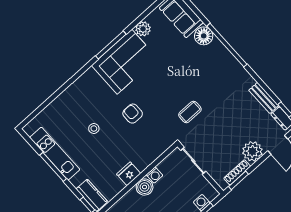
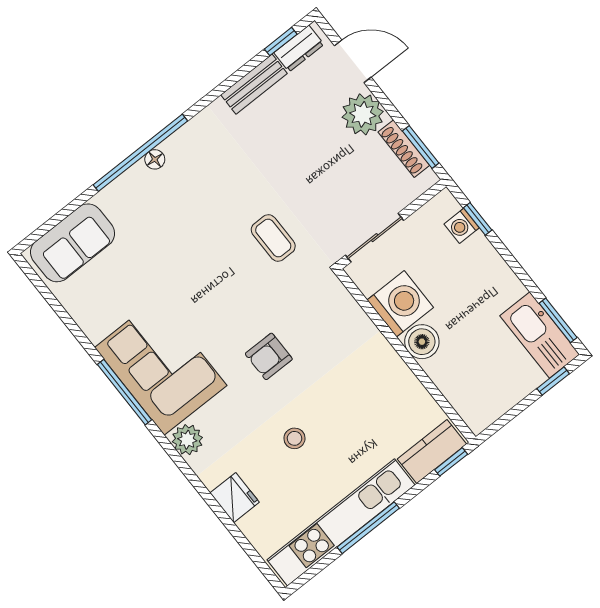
plant: (143, 29) -> (187, 440), moved
floor lamp: (204, 36) -> (155, 159), moved, width x0.53, depth x0.53
kitchen unit: (55, 154) -> (341, 522), width x1.36
fridge: (129, 174) -> (235, 498), moved, turned 180
washing machine: (155, 175) -> (400, 304), width x1.89, depth x1.89

